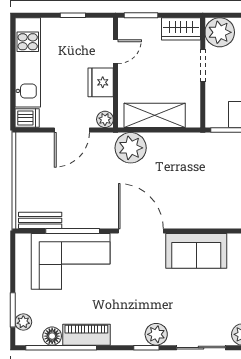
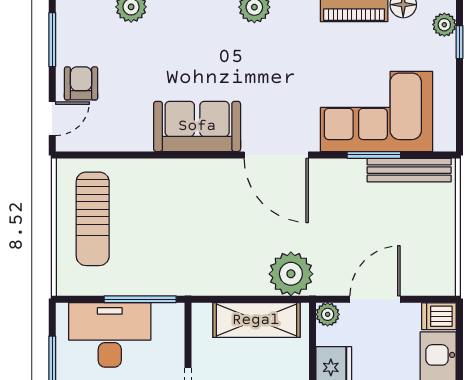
bench: (40, 220) -> (409, 170), width x1.36
window: (73, 231) -> (374, 155), width x0.69
window: (13, 310) -> (460, 42), width x0.67

